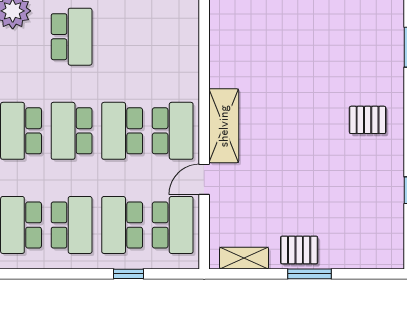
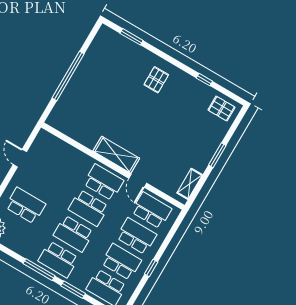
school desk: (122, 225) -> (136, 236), turned 180
pallet: (299, 250) -> (222, 109), moved, turned 90
window: (128, 274) -> (151, 268), moved

